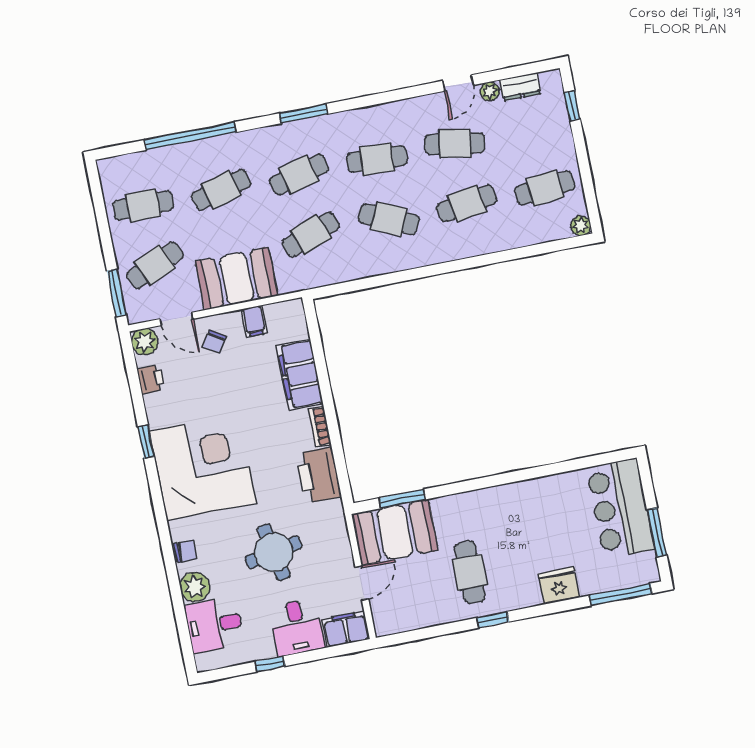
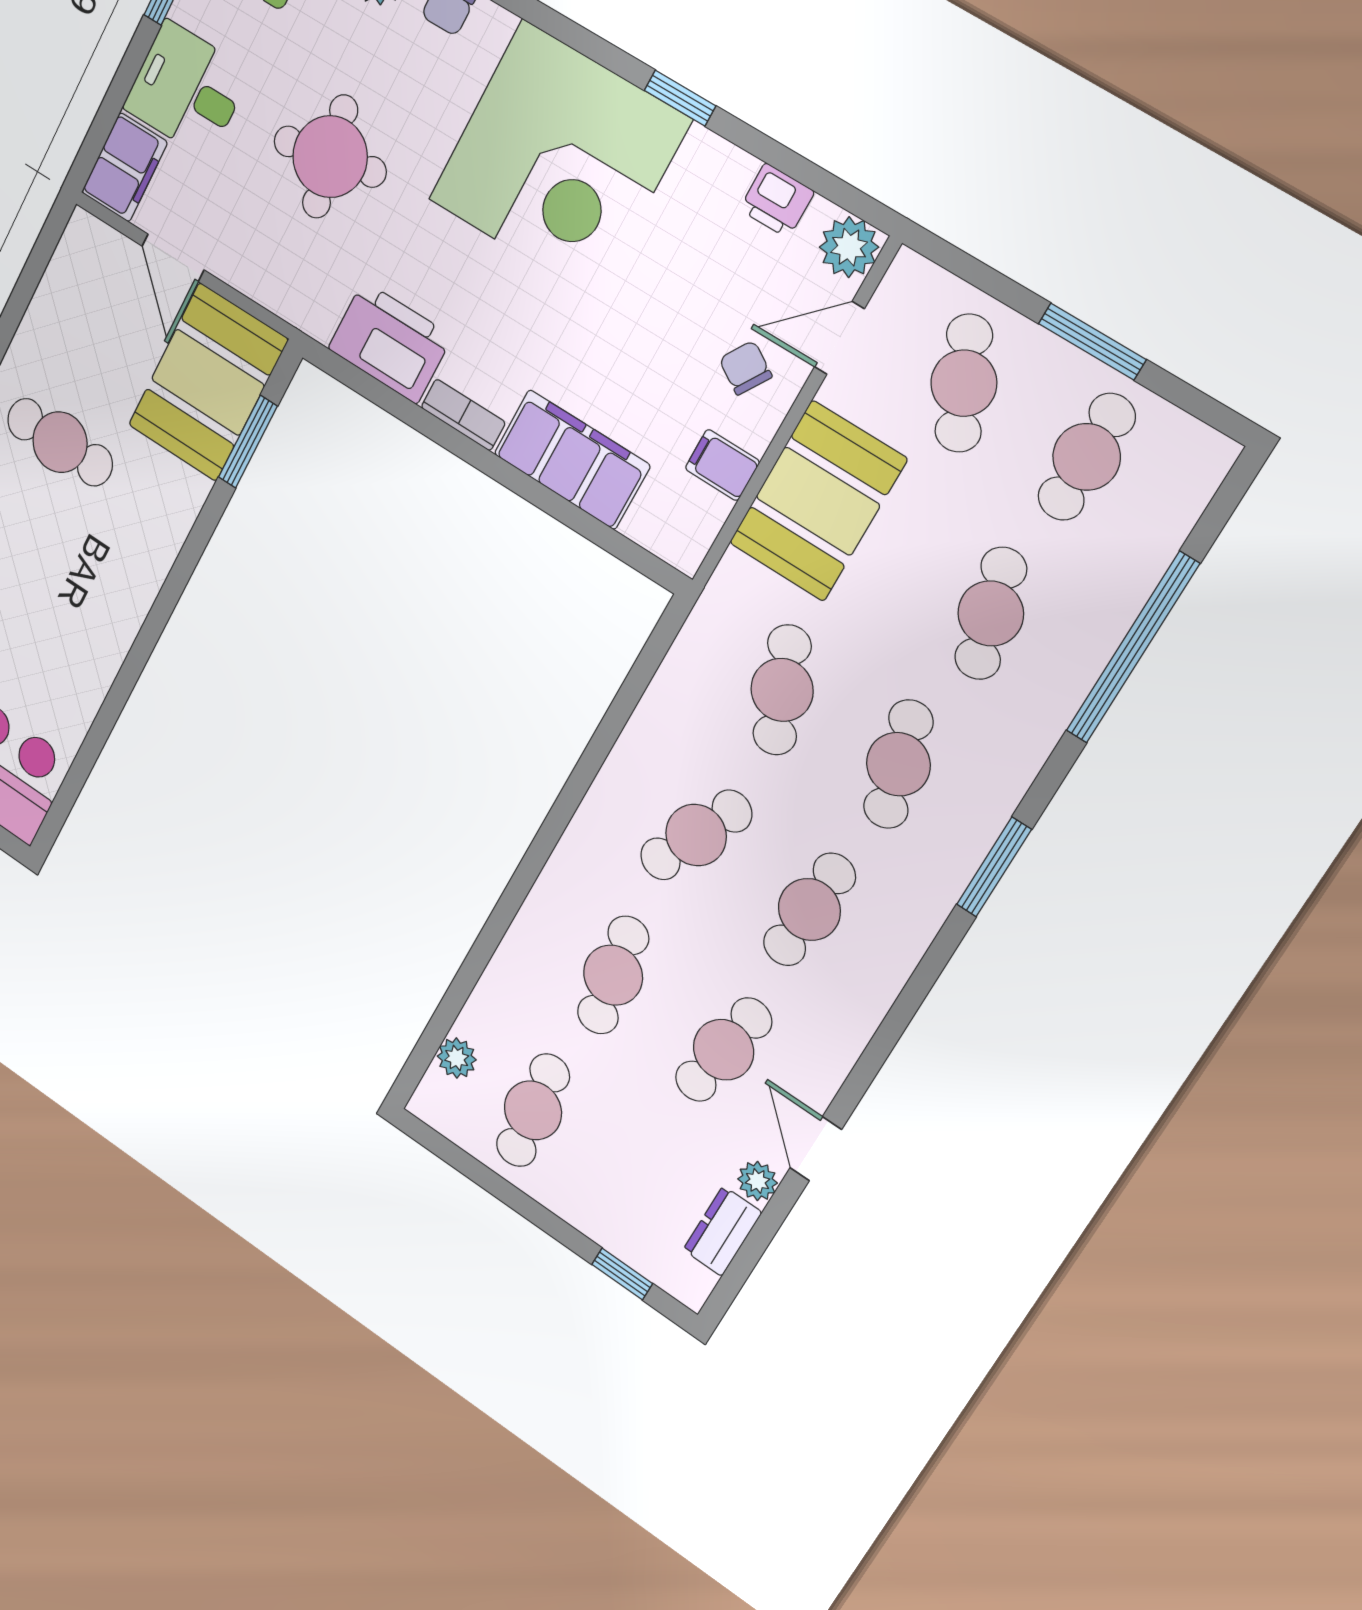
plant: (581, 226) -> (457, 1058), moved
window: (117, 293) -> (1092, 342), moved

